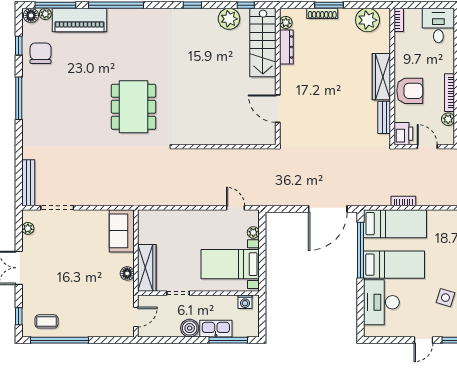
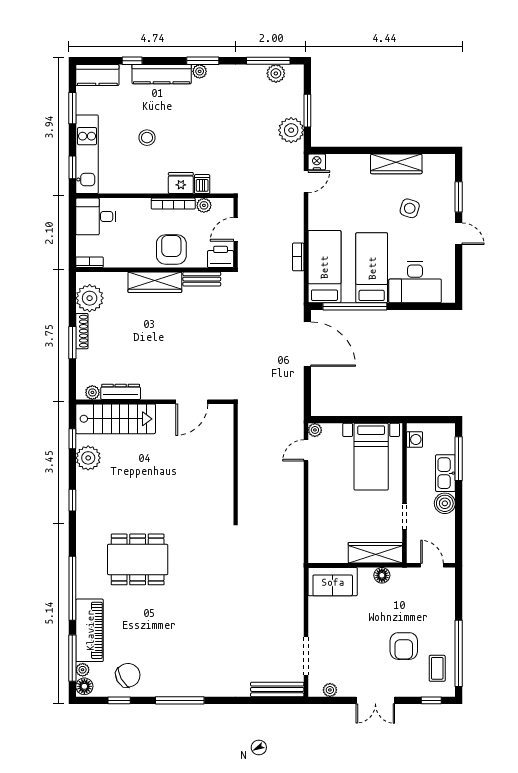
shoe rack: (322, 13) -> (82, 331), moved
chair: (41, 53) -> (128, 675), turned 151
dining table: (133, 107) -> (138, 559), moved
plant: (253, 232) -> (315, 430), moved
armchair: (66, 292) -> (404, 646), added

